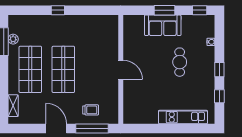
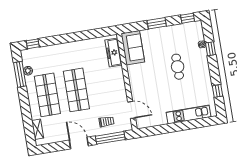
window: (58, 10) -> (33, 44), moved
sofa: (163, 25) -> (133, 48), moved, turned -90
freezer: (111, 35) -> (113, 53), added
door: (121, 70) -> (132, 110), moved
window: (219, 70) -> (210, 49), moved

